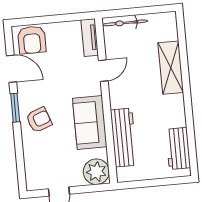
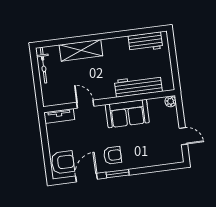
bicycle: (125, 23) -> (43, 65), moved
armchair: (39, 120) -> (112, 155), moved, turned 110
plant: (96, 172) -> (171, 101), width x0.53, depth x0.53

